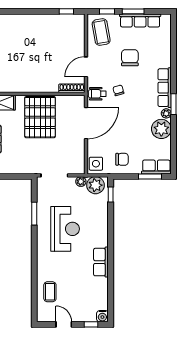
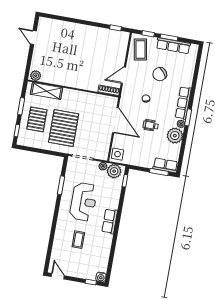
chair: (130, 58) -> (160, 74), turned -130
wheelchair: (97, 94) -> (151, 125), moved
pallet: (40, 117) -> (64, 128), moved
door: (86, 123) -> (115, 120), hinge flipped
chair: (122, 159) -> (139, 154), removed
row of seats: (101, 262) -> (110, 221), moved
coffee table: (50, 292) -> (78, 240), moved
door: (64, 324) -> (58, 276), moved

